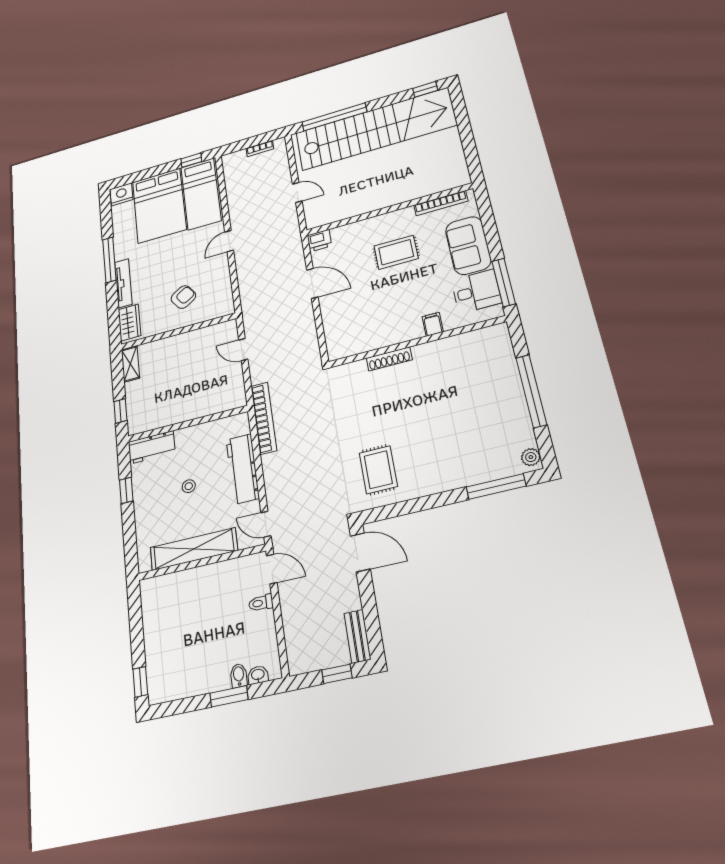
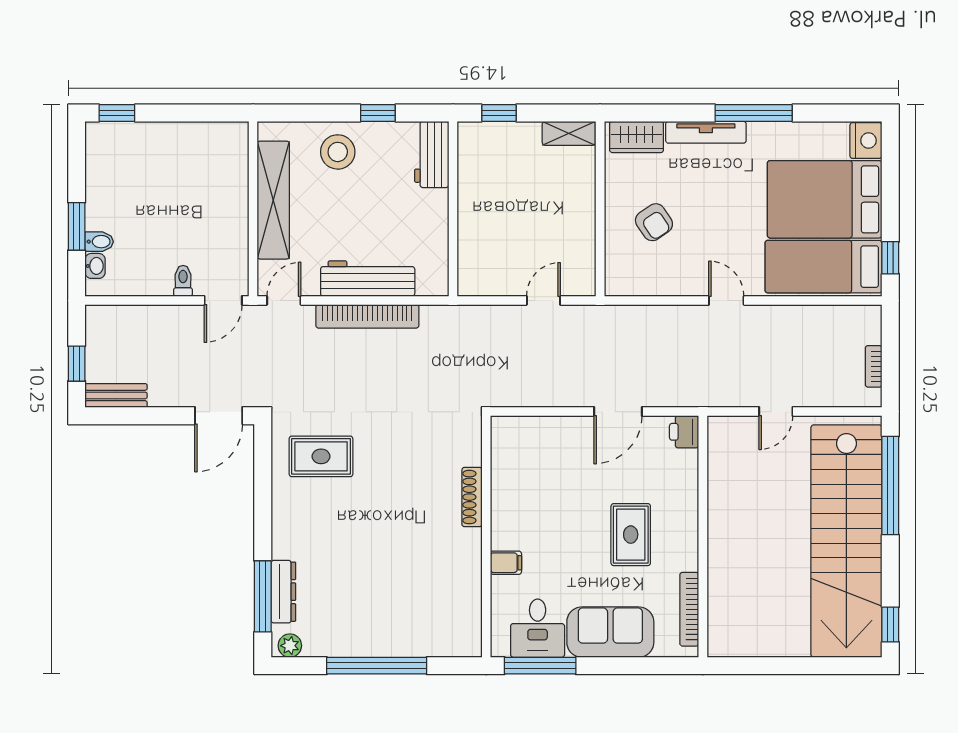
bookcase: (264, 418) -> (367, 316), moved
dresser: (489, 472) -> (283, 592), added
stool: (189, 486) -> (338, 152), moved, width x1.89, depth x1.89

